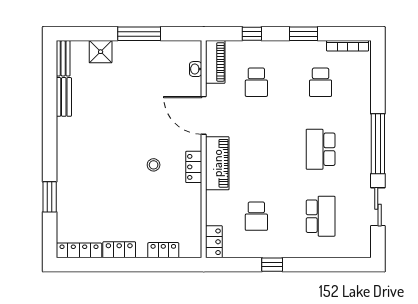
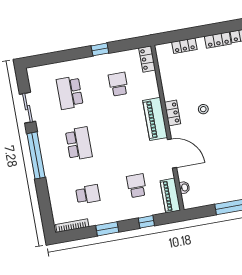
school desk: (321, 82) -> (88, 194), turned 90

